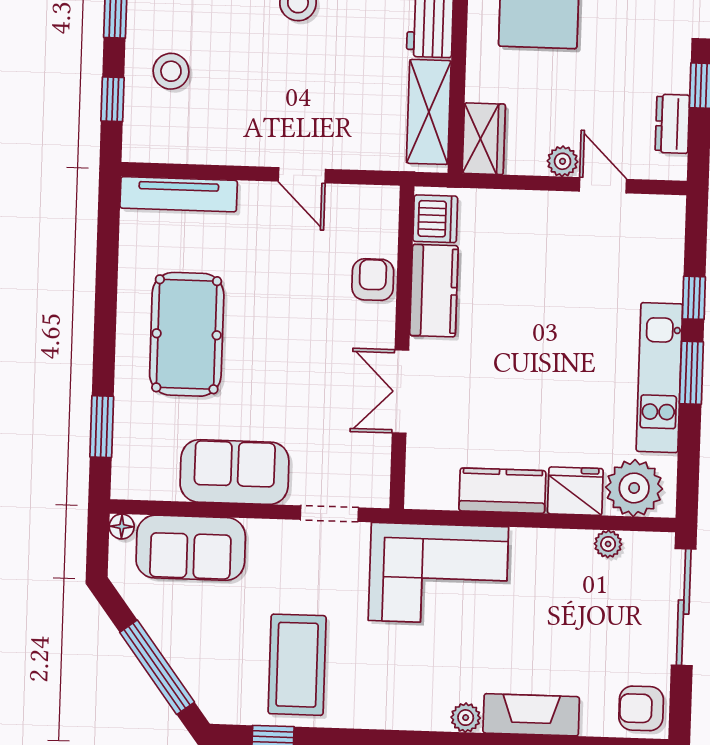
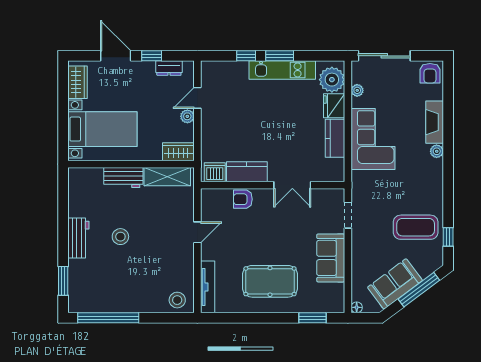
stool: (171, 71) -> (177, 300), moved
window: (113, 99) -> (166, 318), removed
sofa: (191, 548) -> (395, 284), moved, turned -127
corner sofa: (438, 574) -> (373, 139), moved

